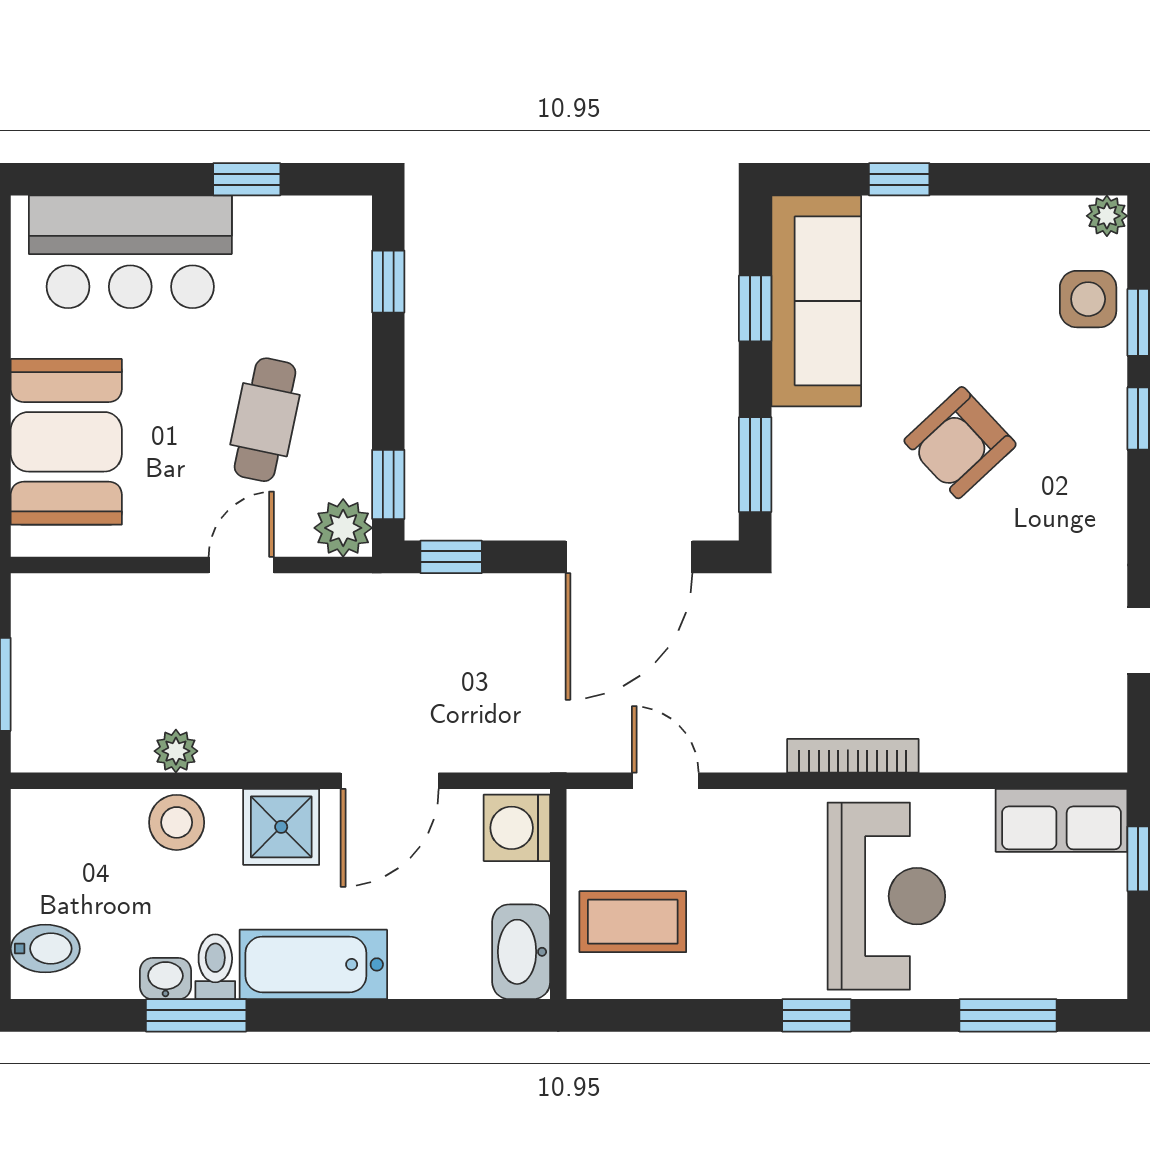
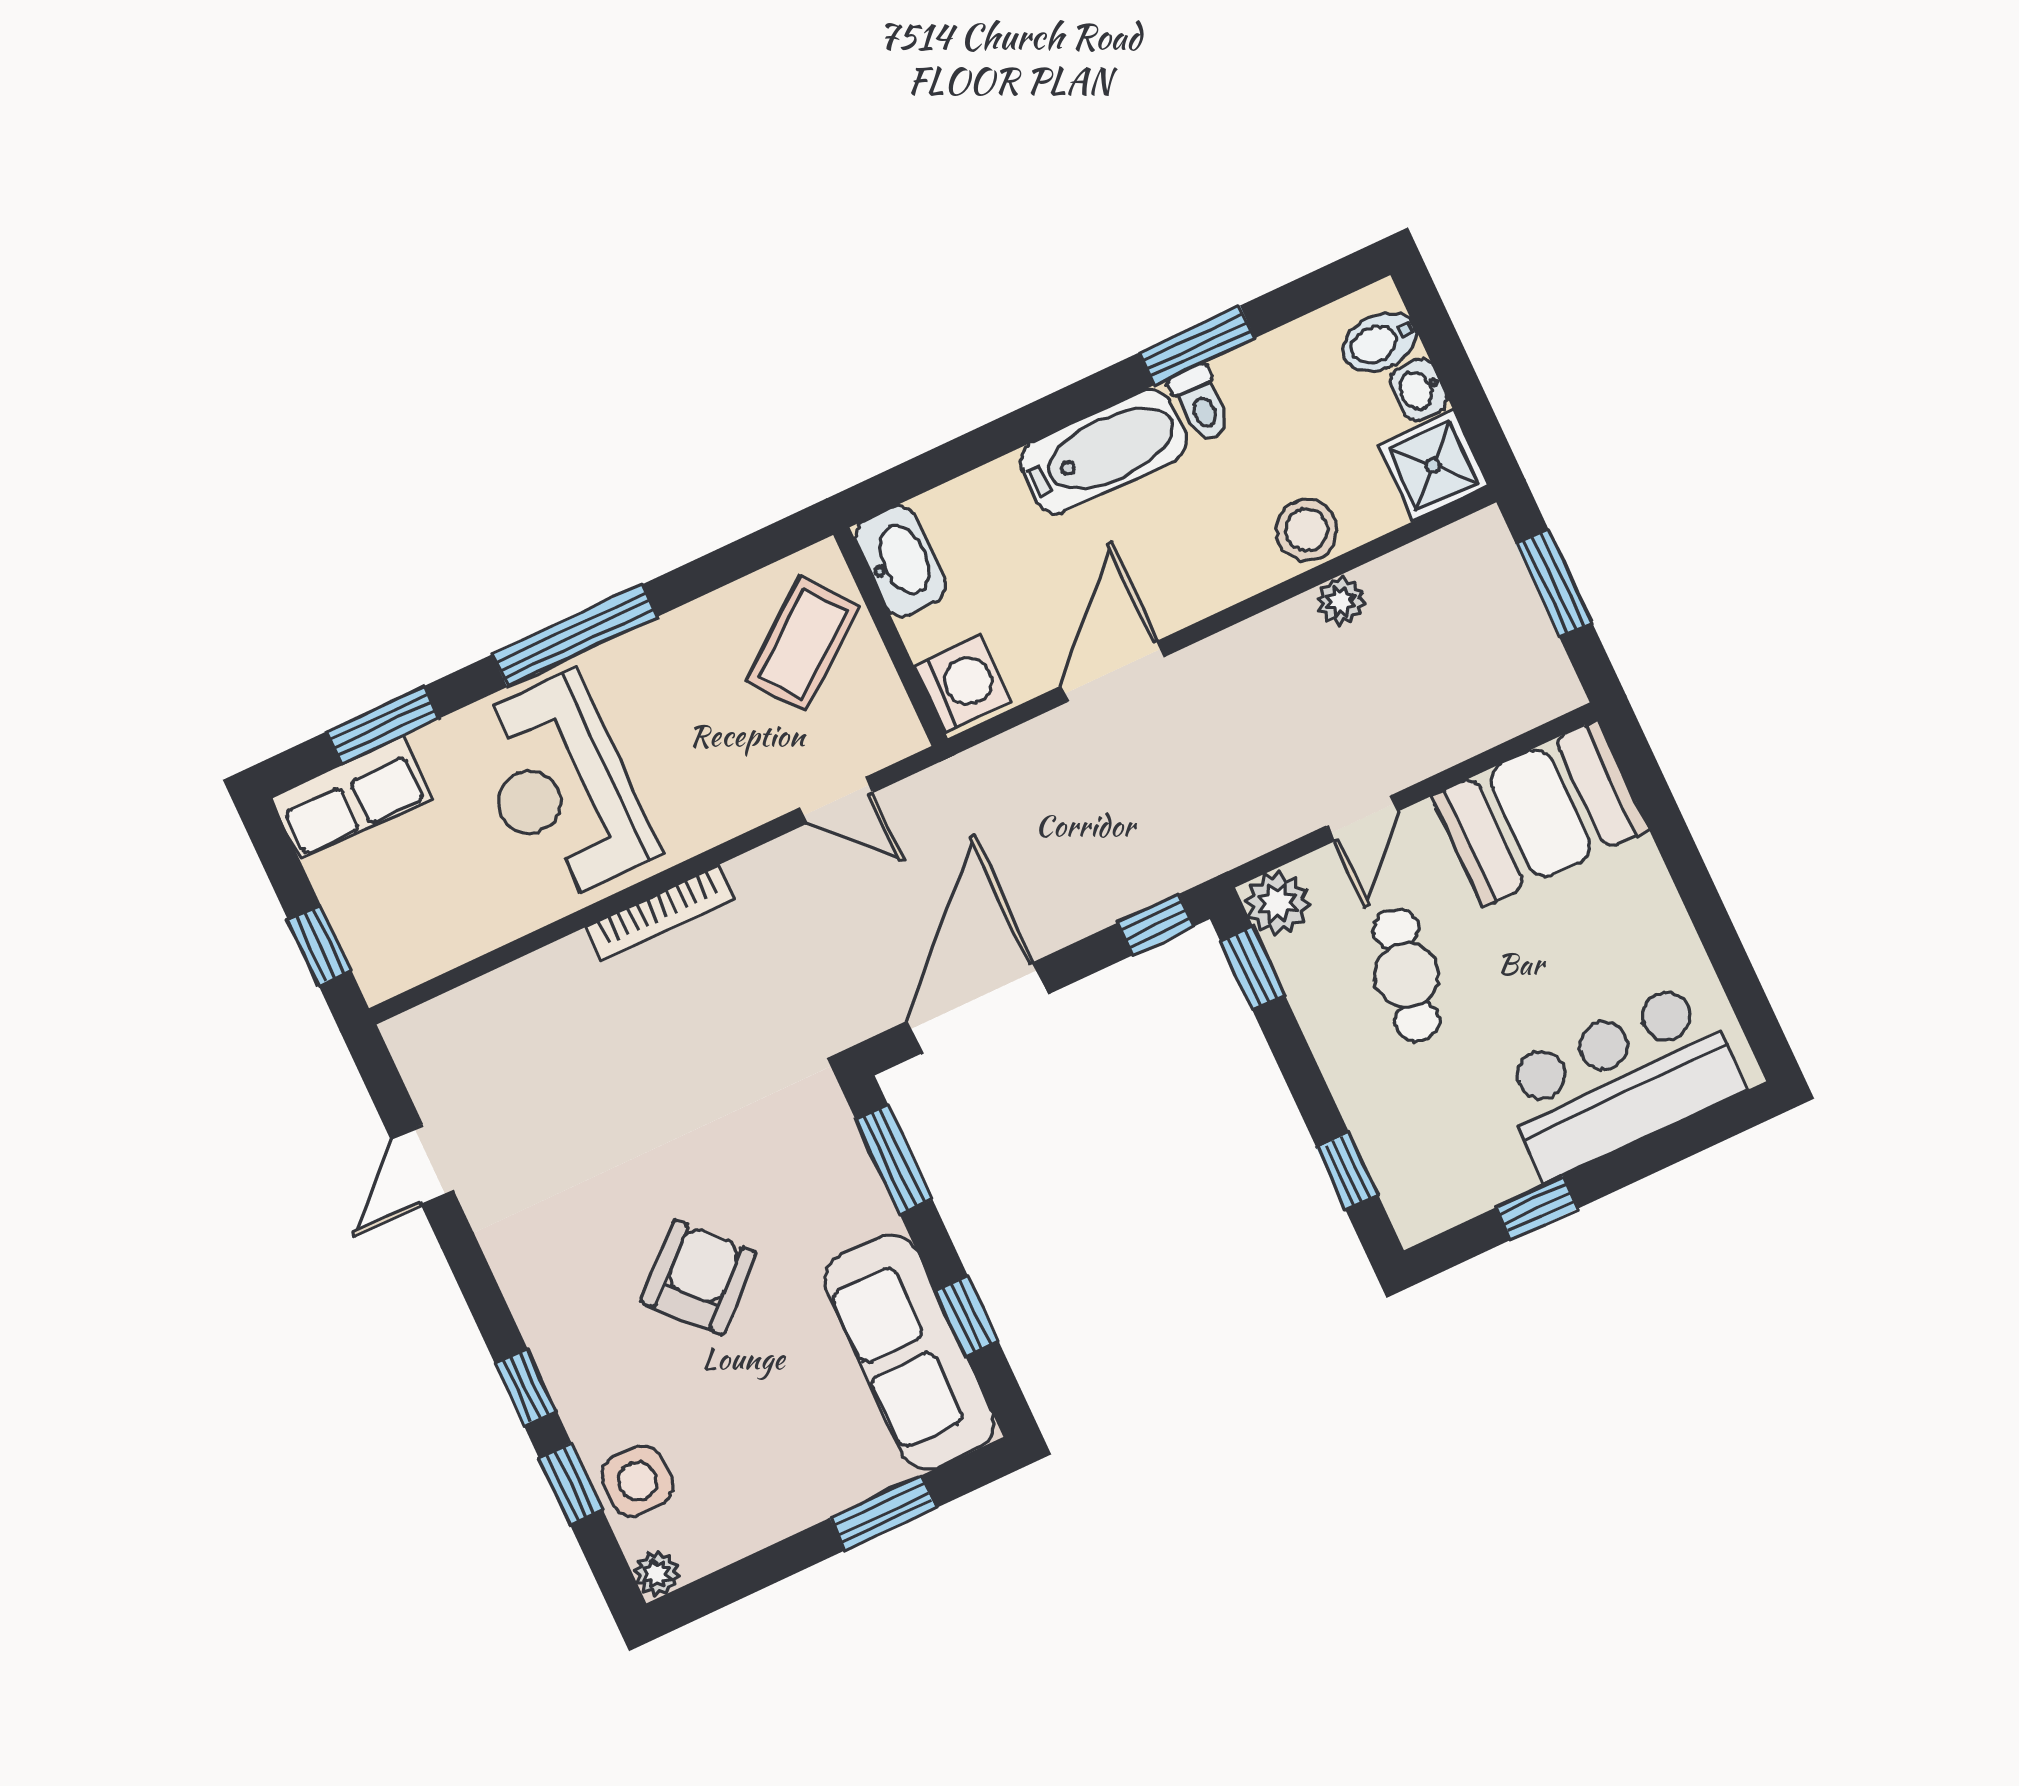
window: (899, 179) -> (883, 1513), width x1.50
booth: (66, 442) -> (1540, 813), moved, turned 90
row of seats: (1062, 820) -> (351, 798), moved, turned 180
shower: (281, 827) -> (1433, 466), moved
coffee table: (633, 922) -> (803, 644), turned -38
washbasin: (165, 979) -> (1419, 389), moved, turned 90
window: (817, 1015) -> (575, 636), width x2.17

